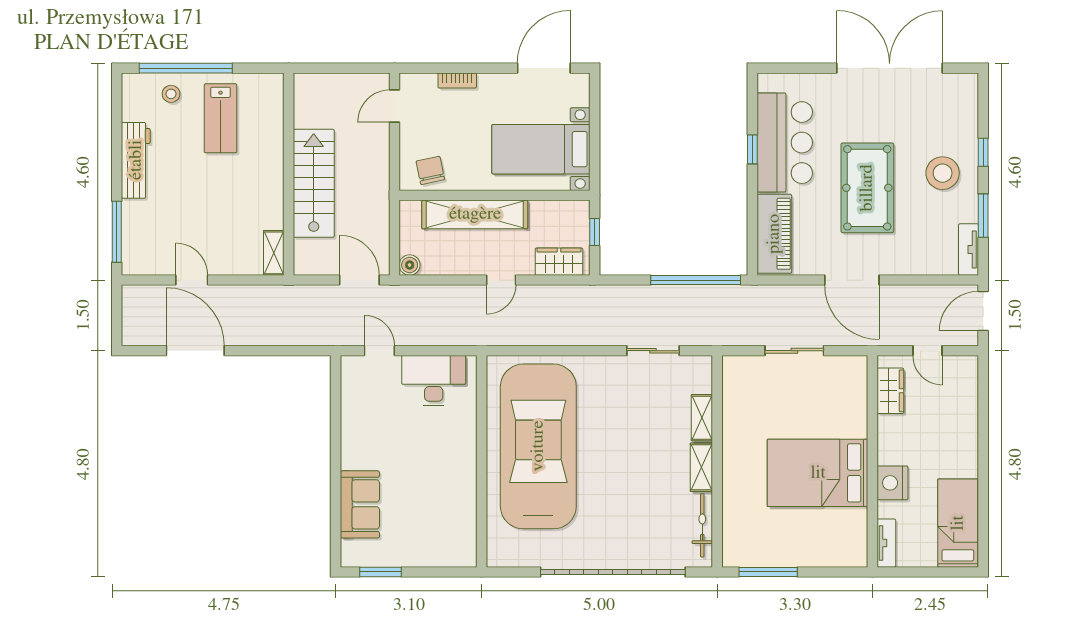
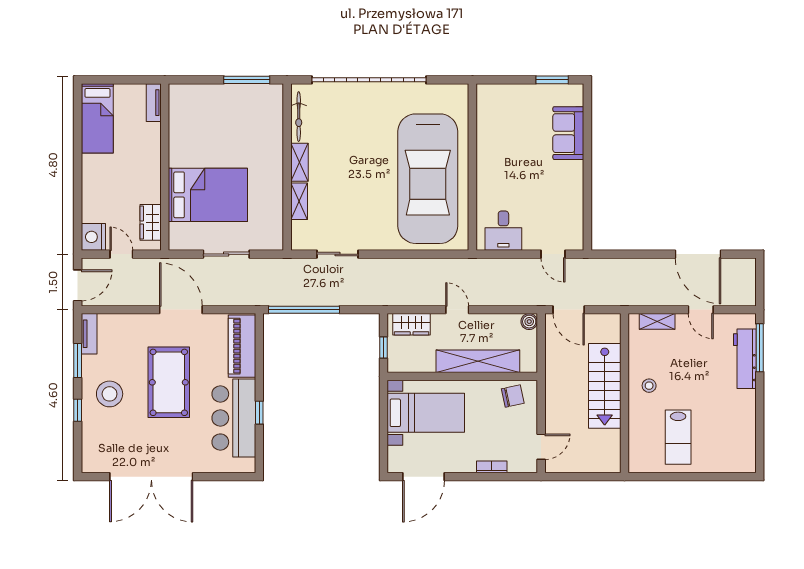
window: (186, 68) -> (705, 477), removed
stool: (171, 94) -> (649, 386), moved
lab bench: (221, 118) -> (678, 437), turned 180
workbench: (136, 160) -> (745, 359), moved
chair: (430, 170) -> (513, 396), turned -90
shelving: (274, 253) -> (657, 321), moved, turned 90
door: (501, 280) -> (457, 310), hinge flipped
desk: (434, 380) -> (503, 231), width x0.73
bed: (818, 473) -> (208, 195), moved
nightstand: (892, 483) -> (93, 237), moved, turned 180

